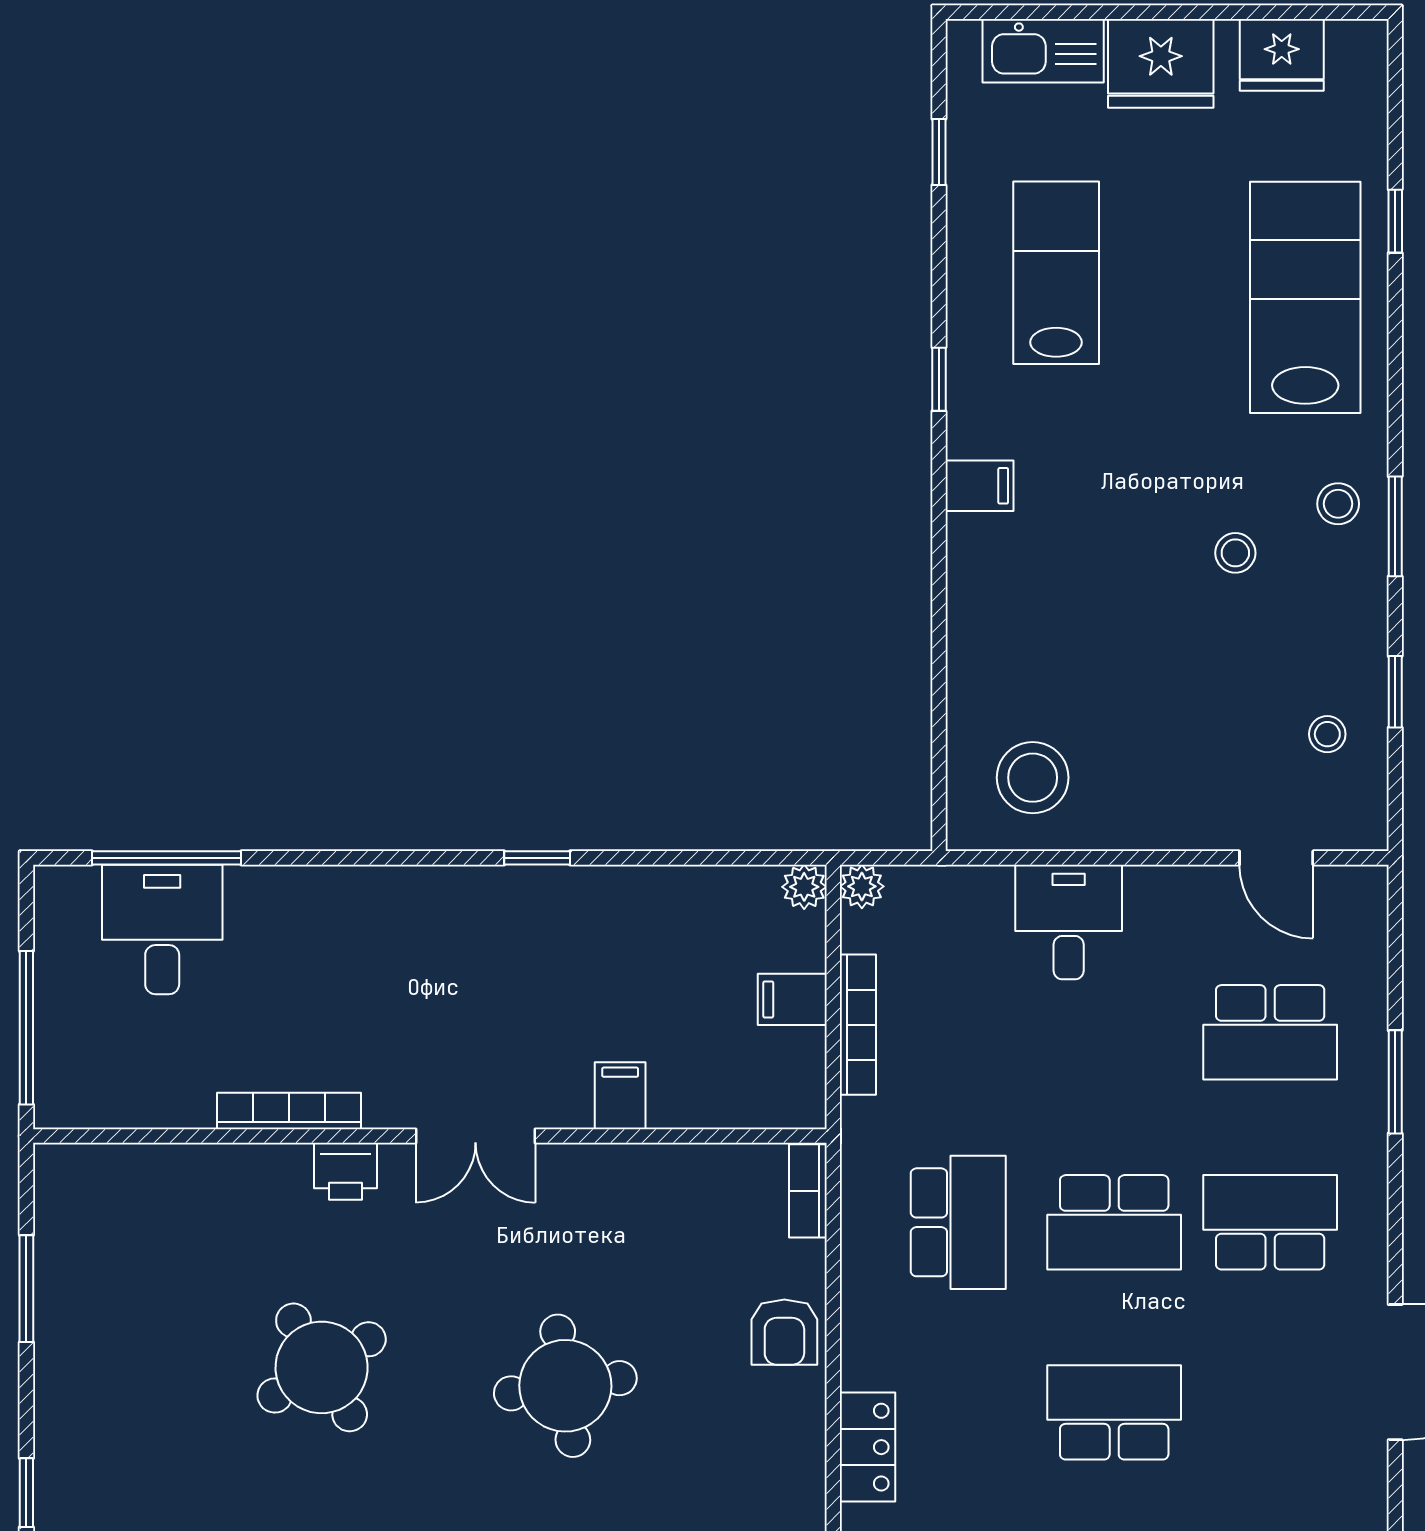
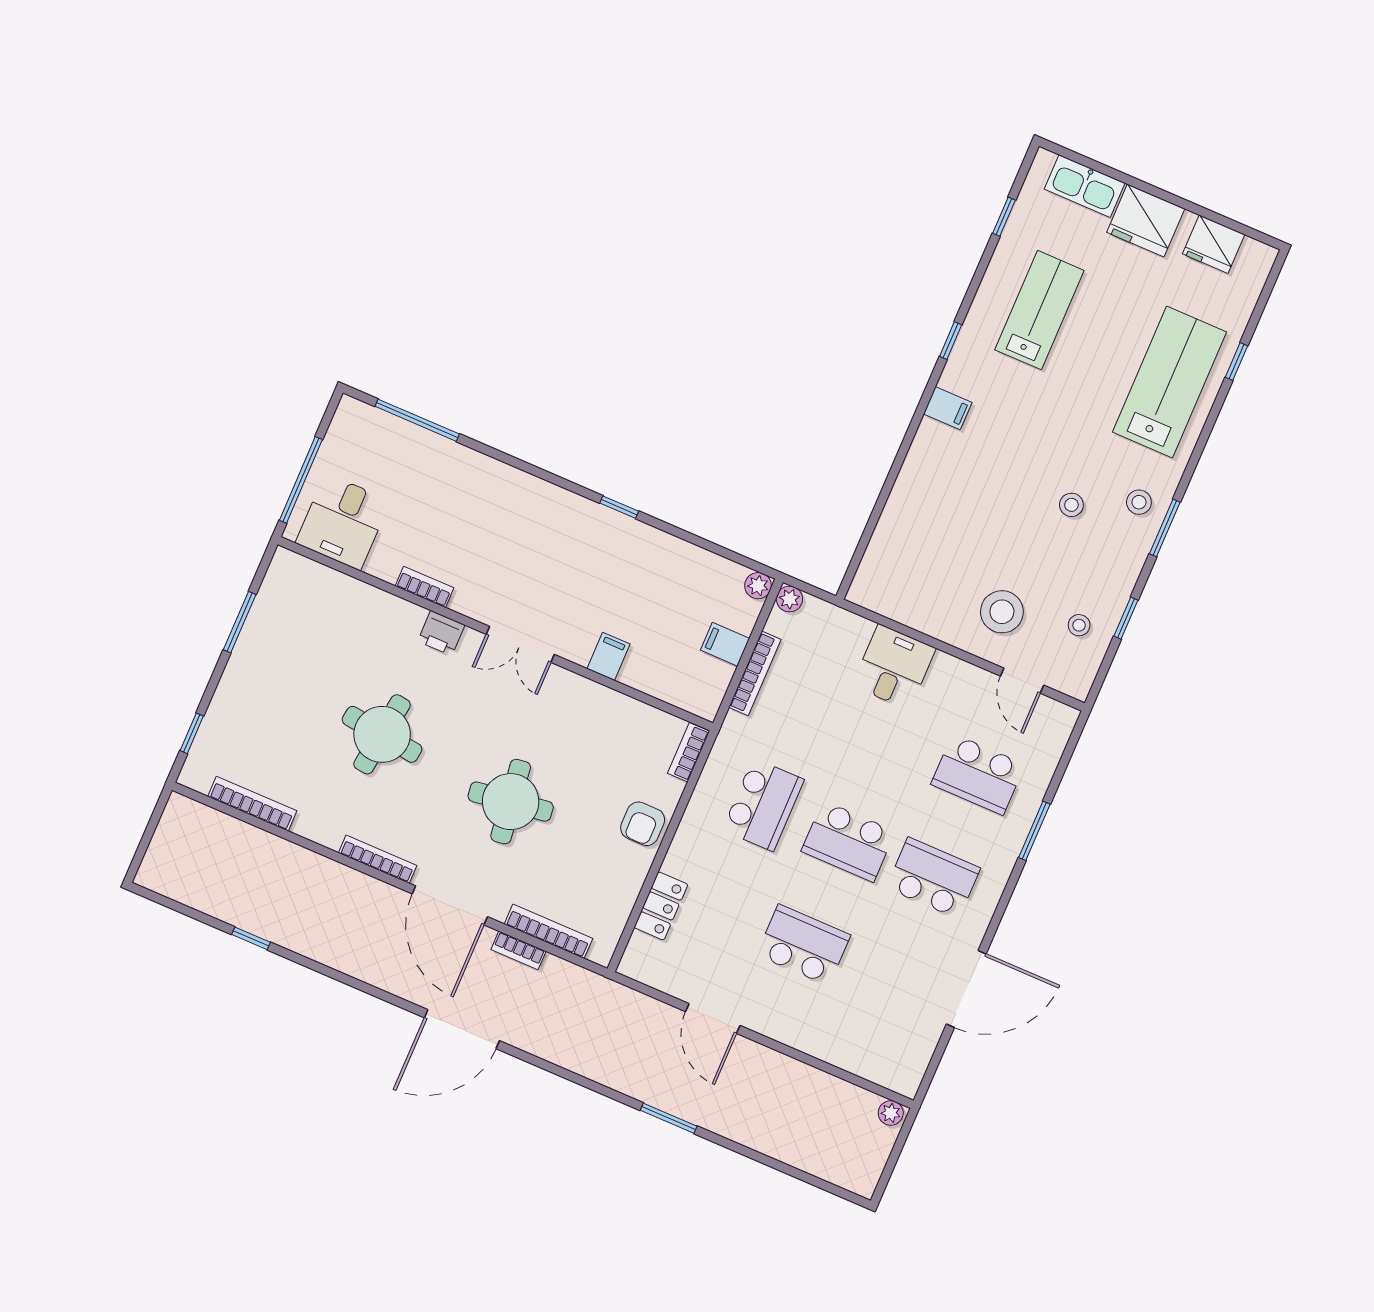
stool: (1033, 778) -> (1002, 612), moved
desk: (162, 929) -> (343, 522), moved, turned 180
bookcase: (289, 1111) -> (424, 587), width x0.64
round table: (322, 1367) -> (382, 734), turned 38

